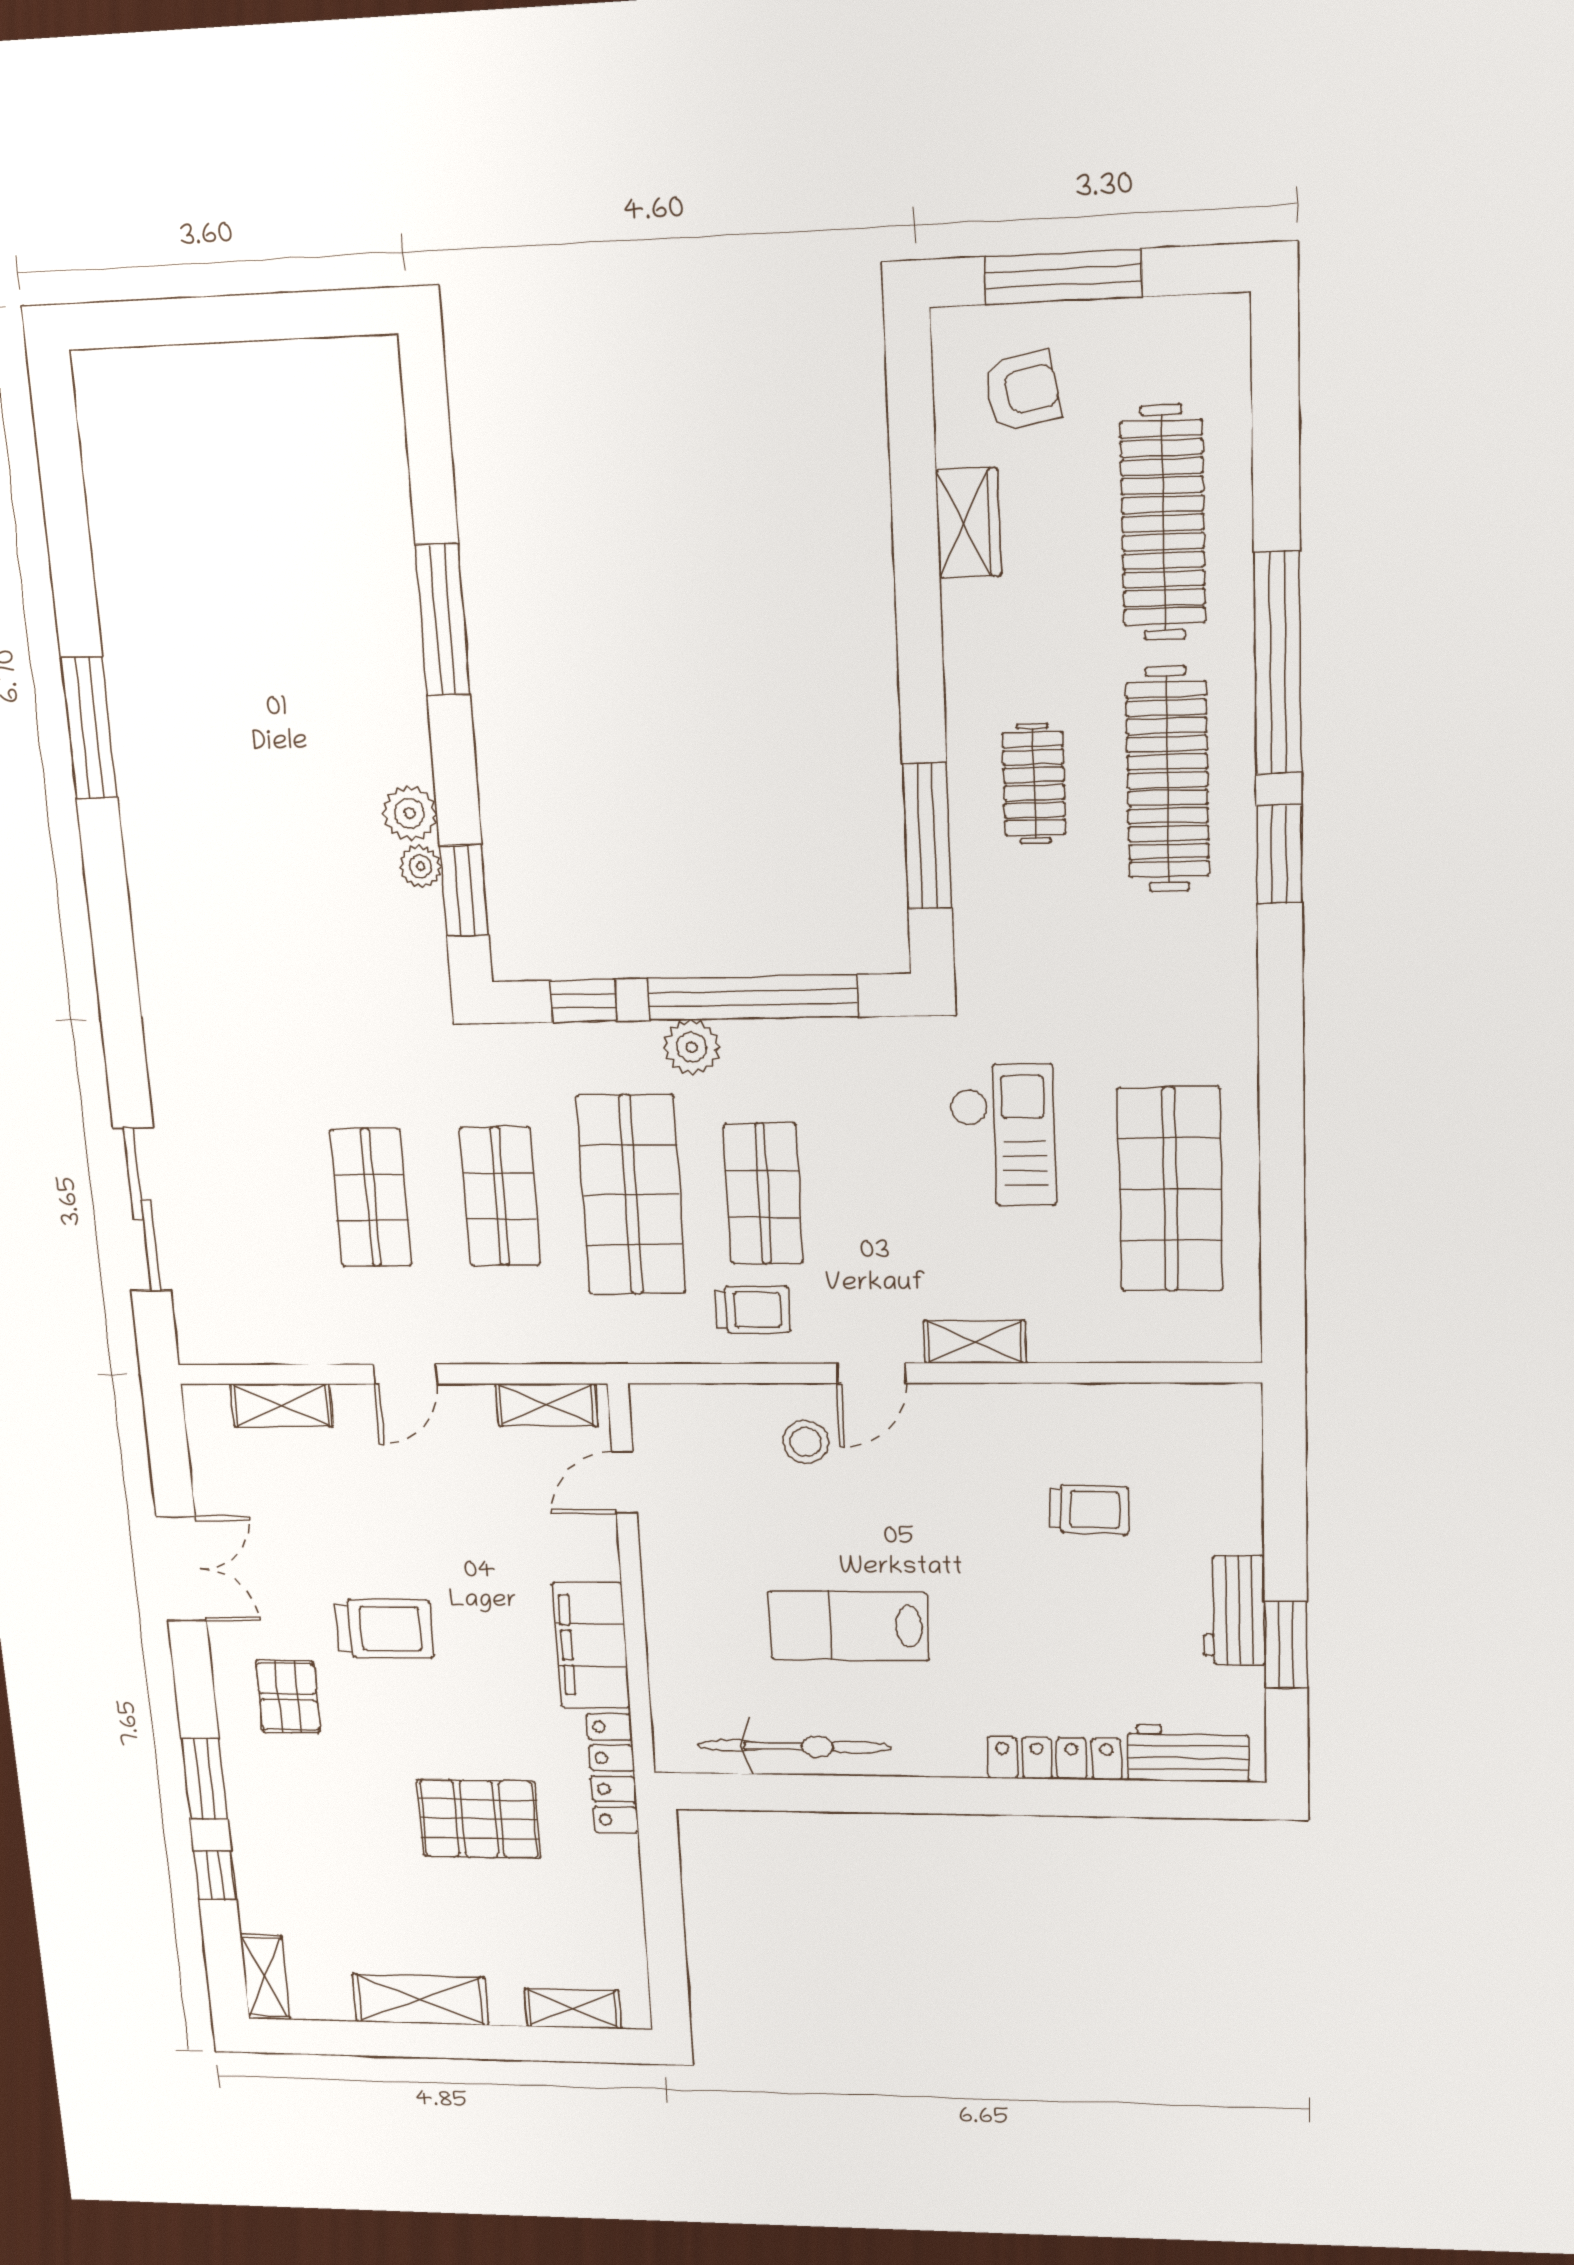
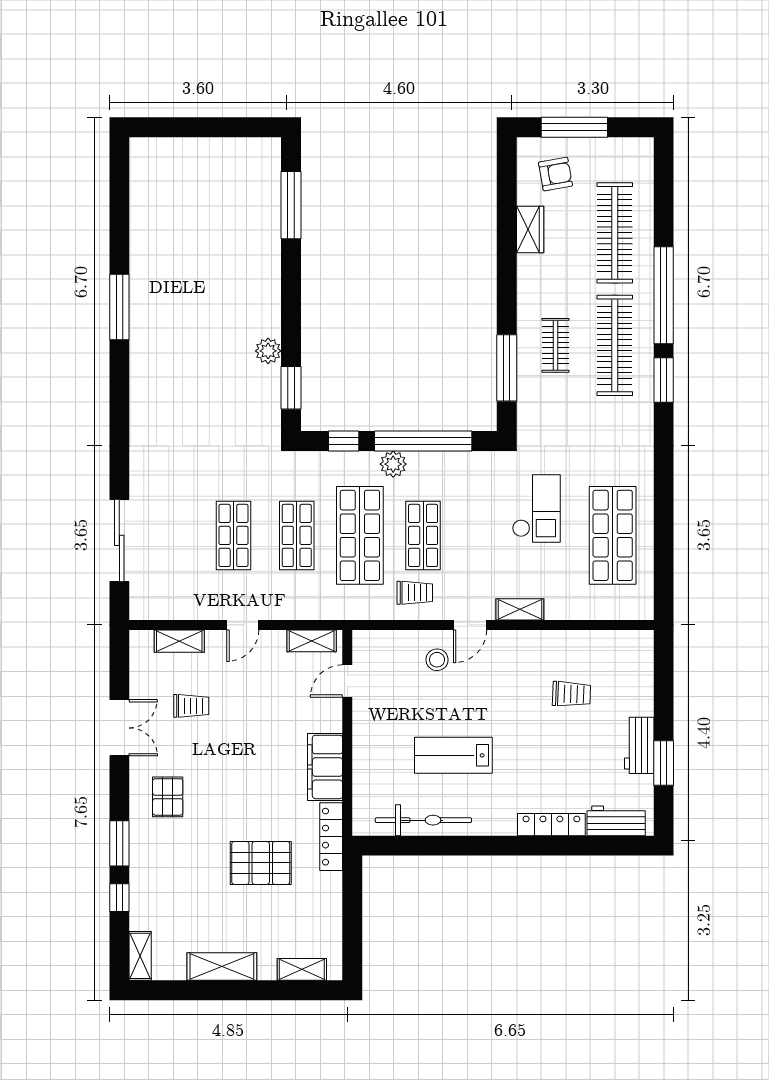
window: (443, 620) -> (291, 205), moved
plant: (420, 866) -> (271, 376), removed
trolley: (384, 1628) -> (191, 706), moved, width x0.73, depth x0.72

